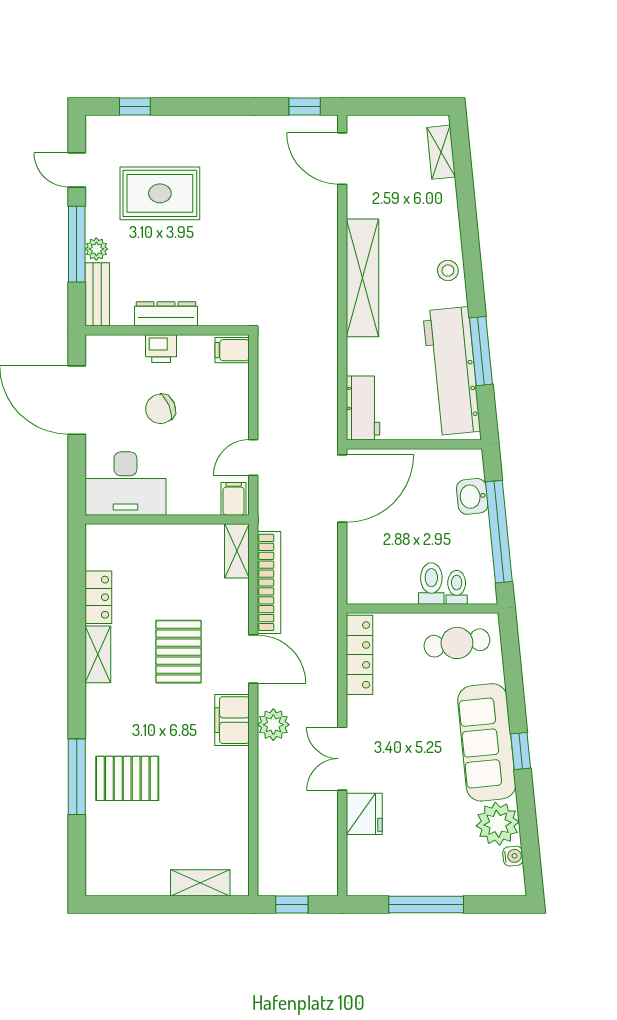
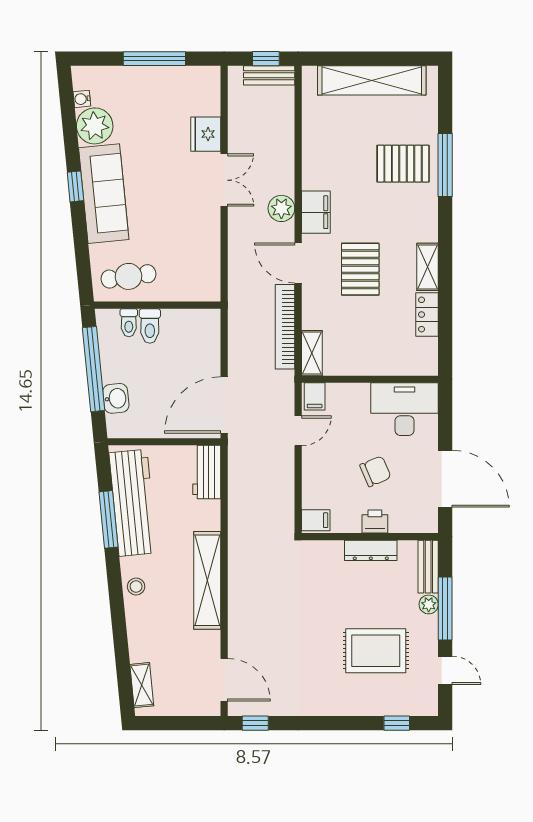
locker: (360, 655) -> (210, 266), removed
shelving: (200, 883) -> (372, 80), width x2.20, depth x1.33
bench: (288, 885) -> (269, 75), added

